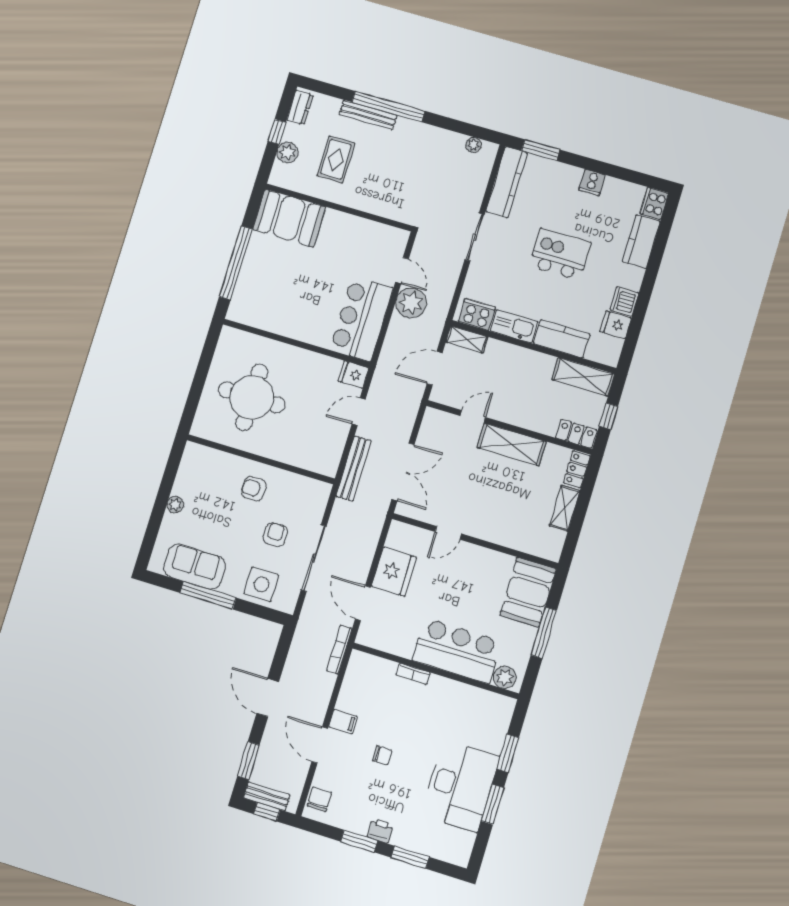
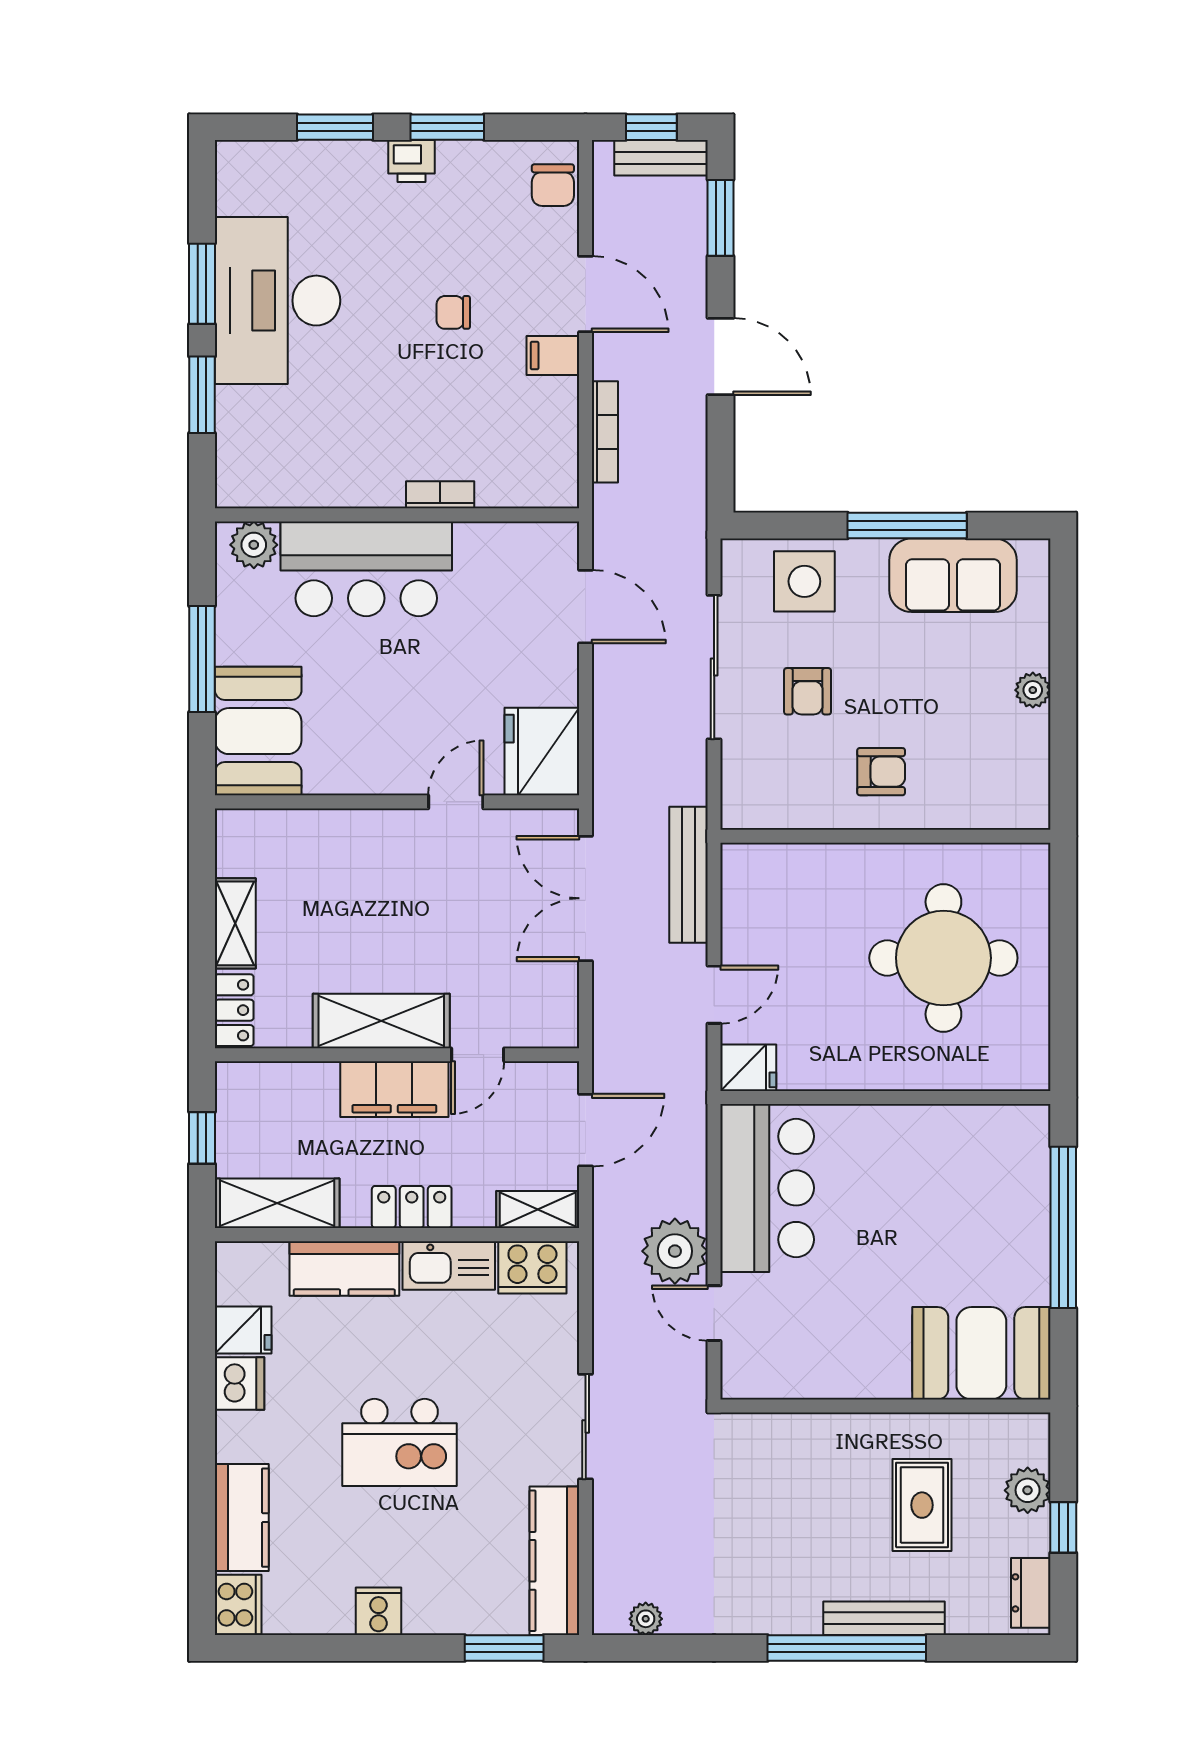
filing cabinet: (515, 412) -> (394, 1089), added
locker: (576, 434) -> (412, 1207), moved, turned 180
fridge: (394, 572) -> (542, 752), moved
bookcase: (339, 650) -> (605, 432), moved

